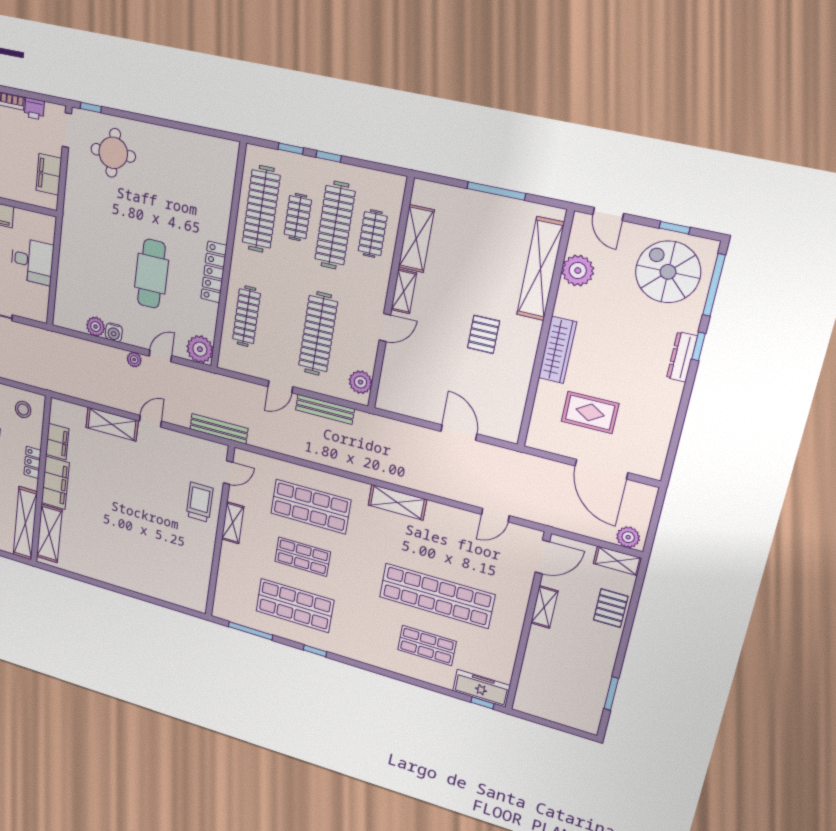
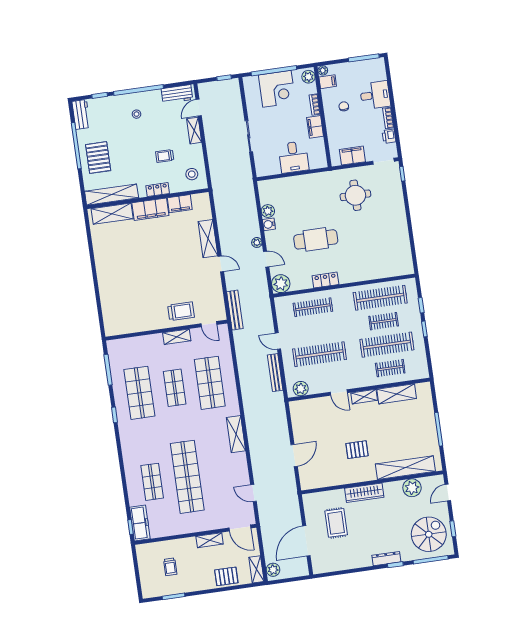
round table: (113, 153) -> (355, 195), moved
locker: (214, 272) -> (325, 280), width x0.66
trolley: (563, 678) -> (170, 567), added

